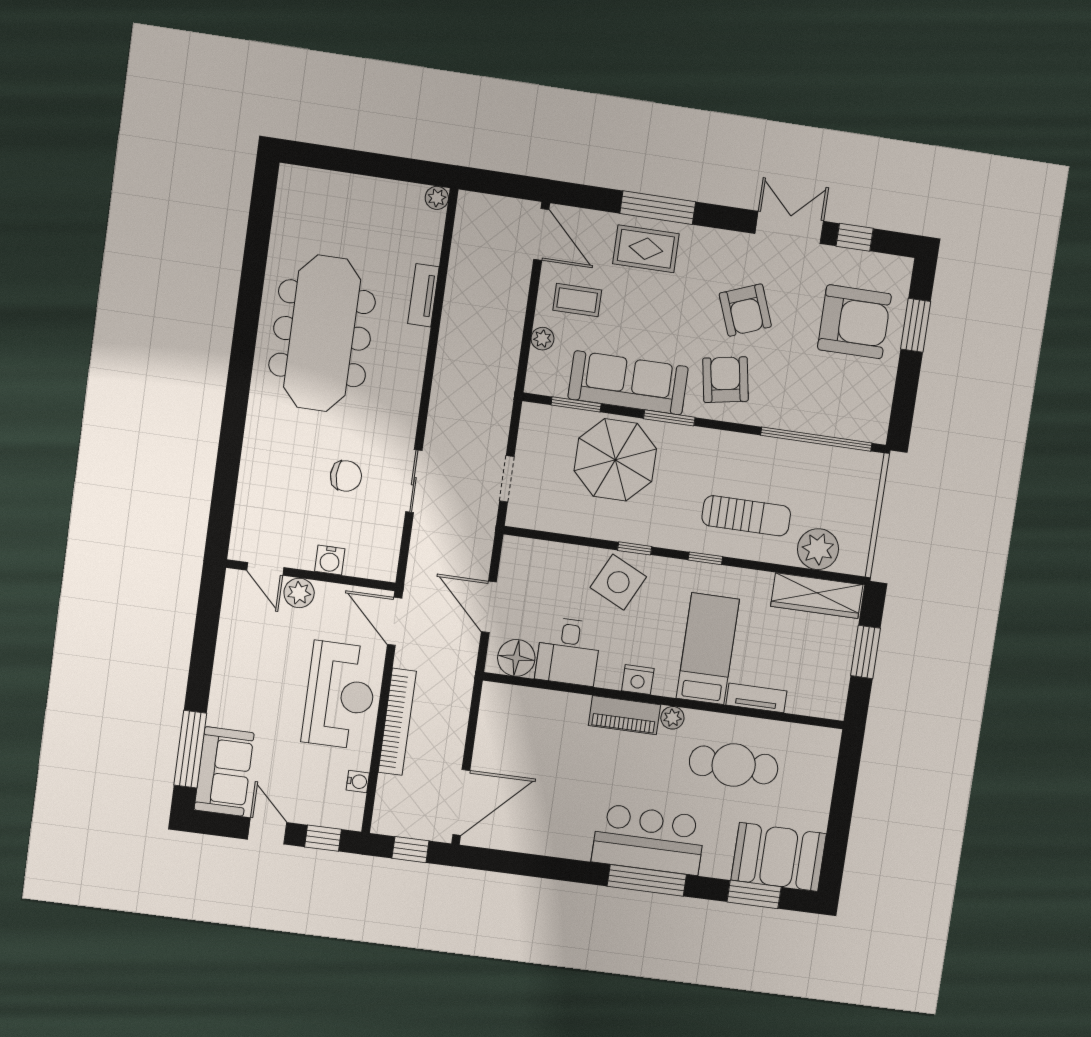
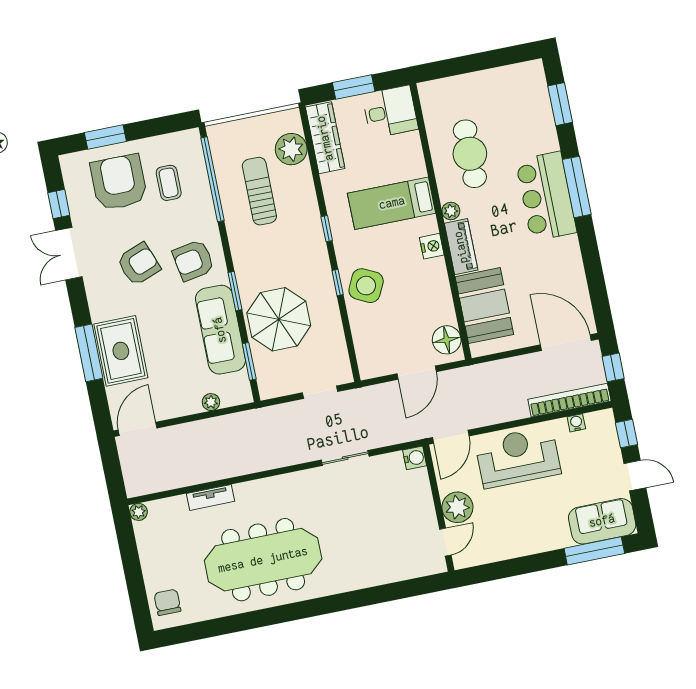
rug: (646, 249) -> (121, 351), width x1.36, depth x1.43
coffee table: (577, 300) -> (169, 183), moved
chair: (346, 476) -> (167, 602), moved
sun lounger: (746, 516) -> (259, 191), moved
water cooler: (330, 560) -> (415, 458), moved
plant: (299, 593) -> (457, 507), width x1.36, depth x1.36
desk: (568, 651) -> (390, 112), moved
tv unit: (756, 698) -> (415, 155), removed
bookcase: (397, 722) -> (569, 400), moved
door: (267, 831) -> (635, 476), swing flipped
booth: (779, 857) -> (484, 306), moved

